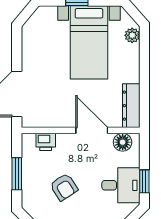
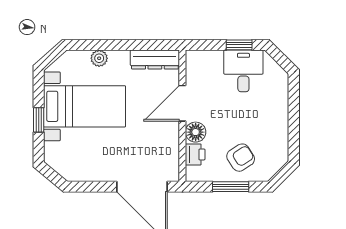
plant: (132, 35) -> (99, 58), moved
floor lamp: (123, 142) -> (196, 132), moved
armchair: (64, 187) -> (241, 158), moved

